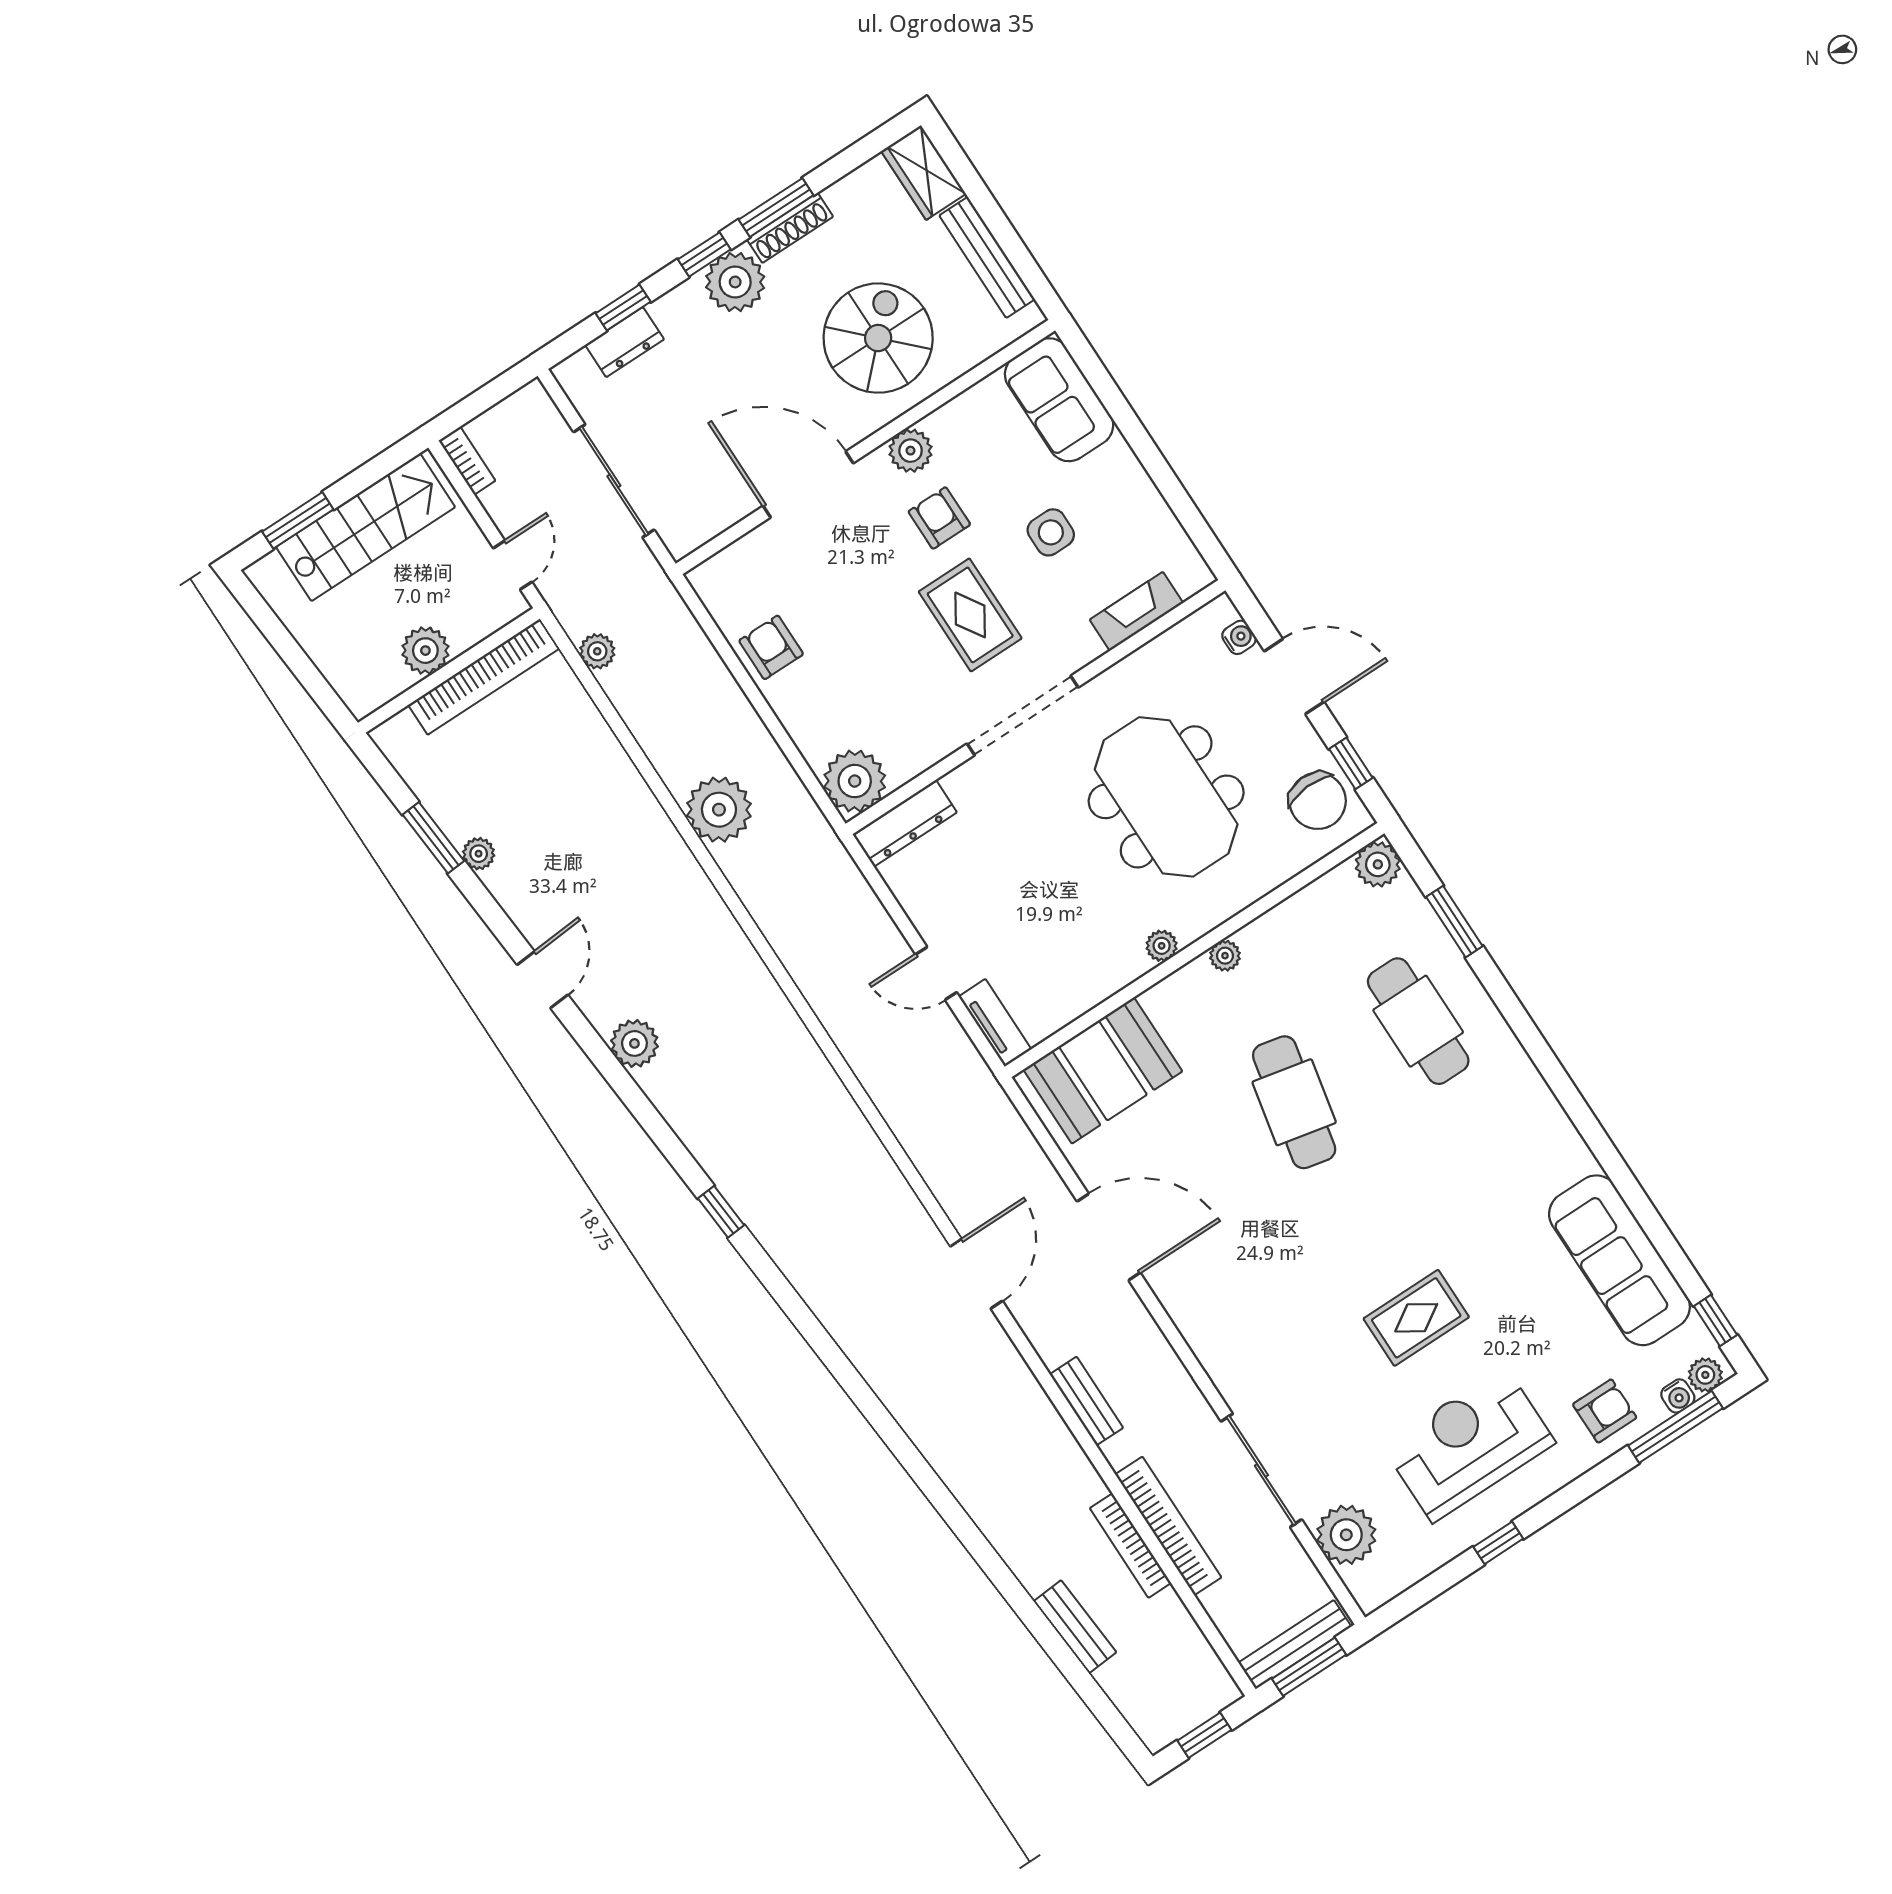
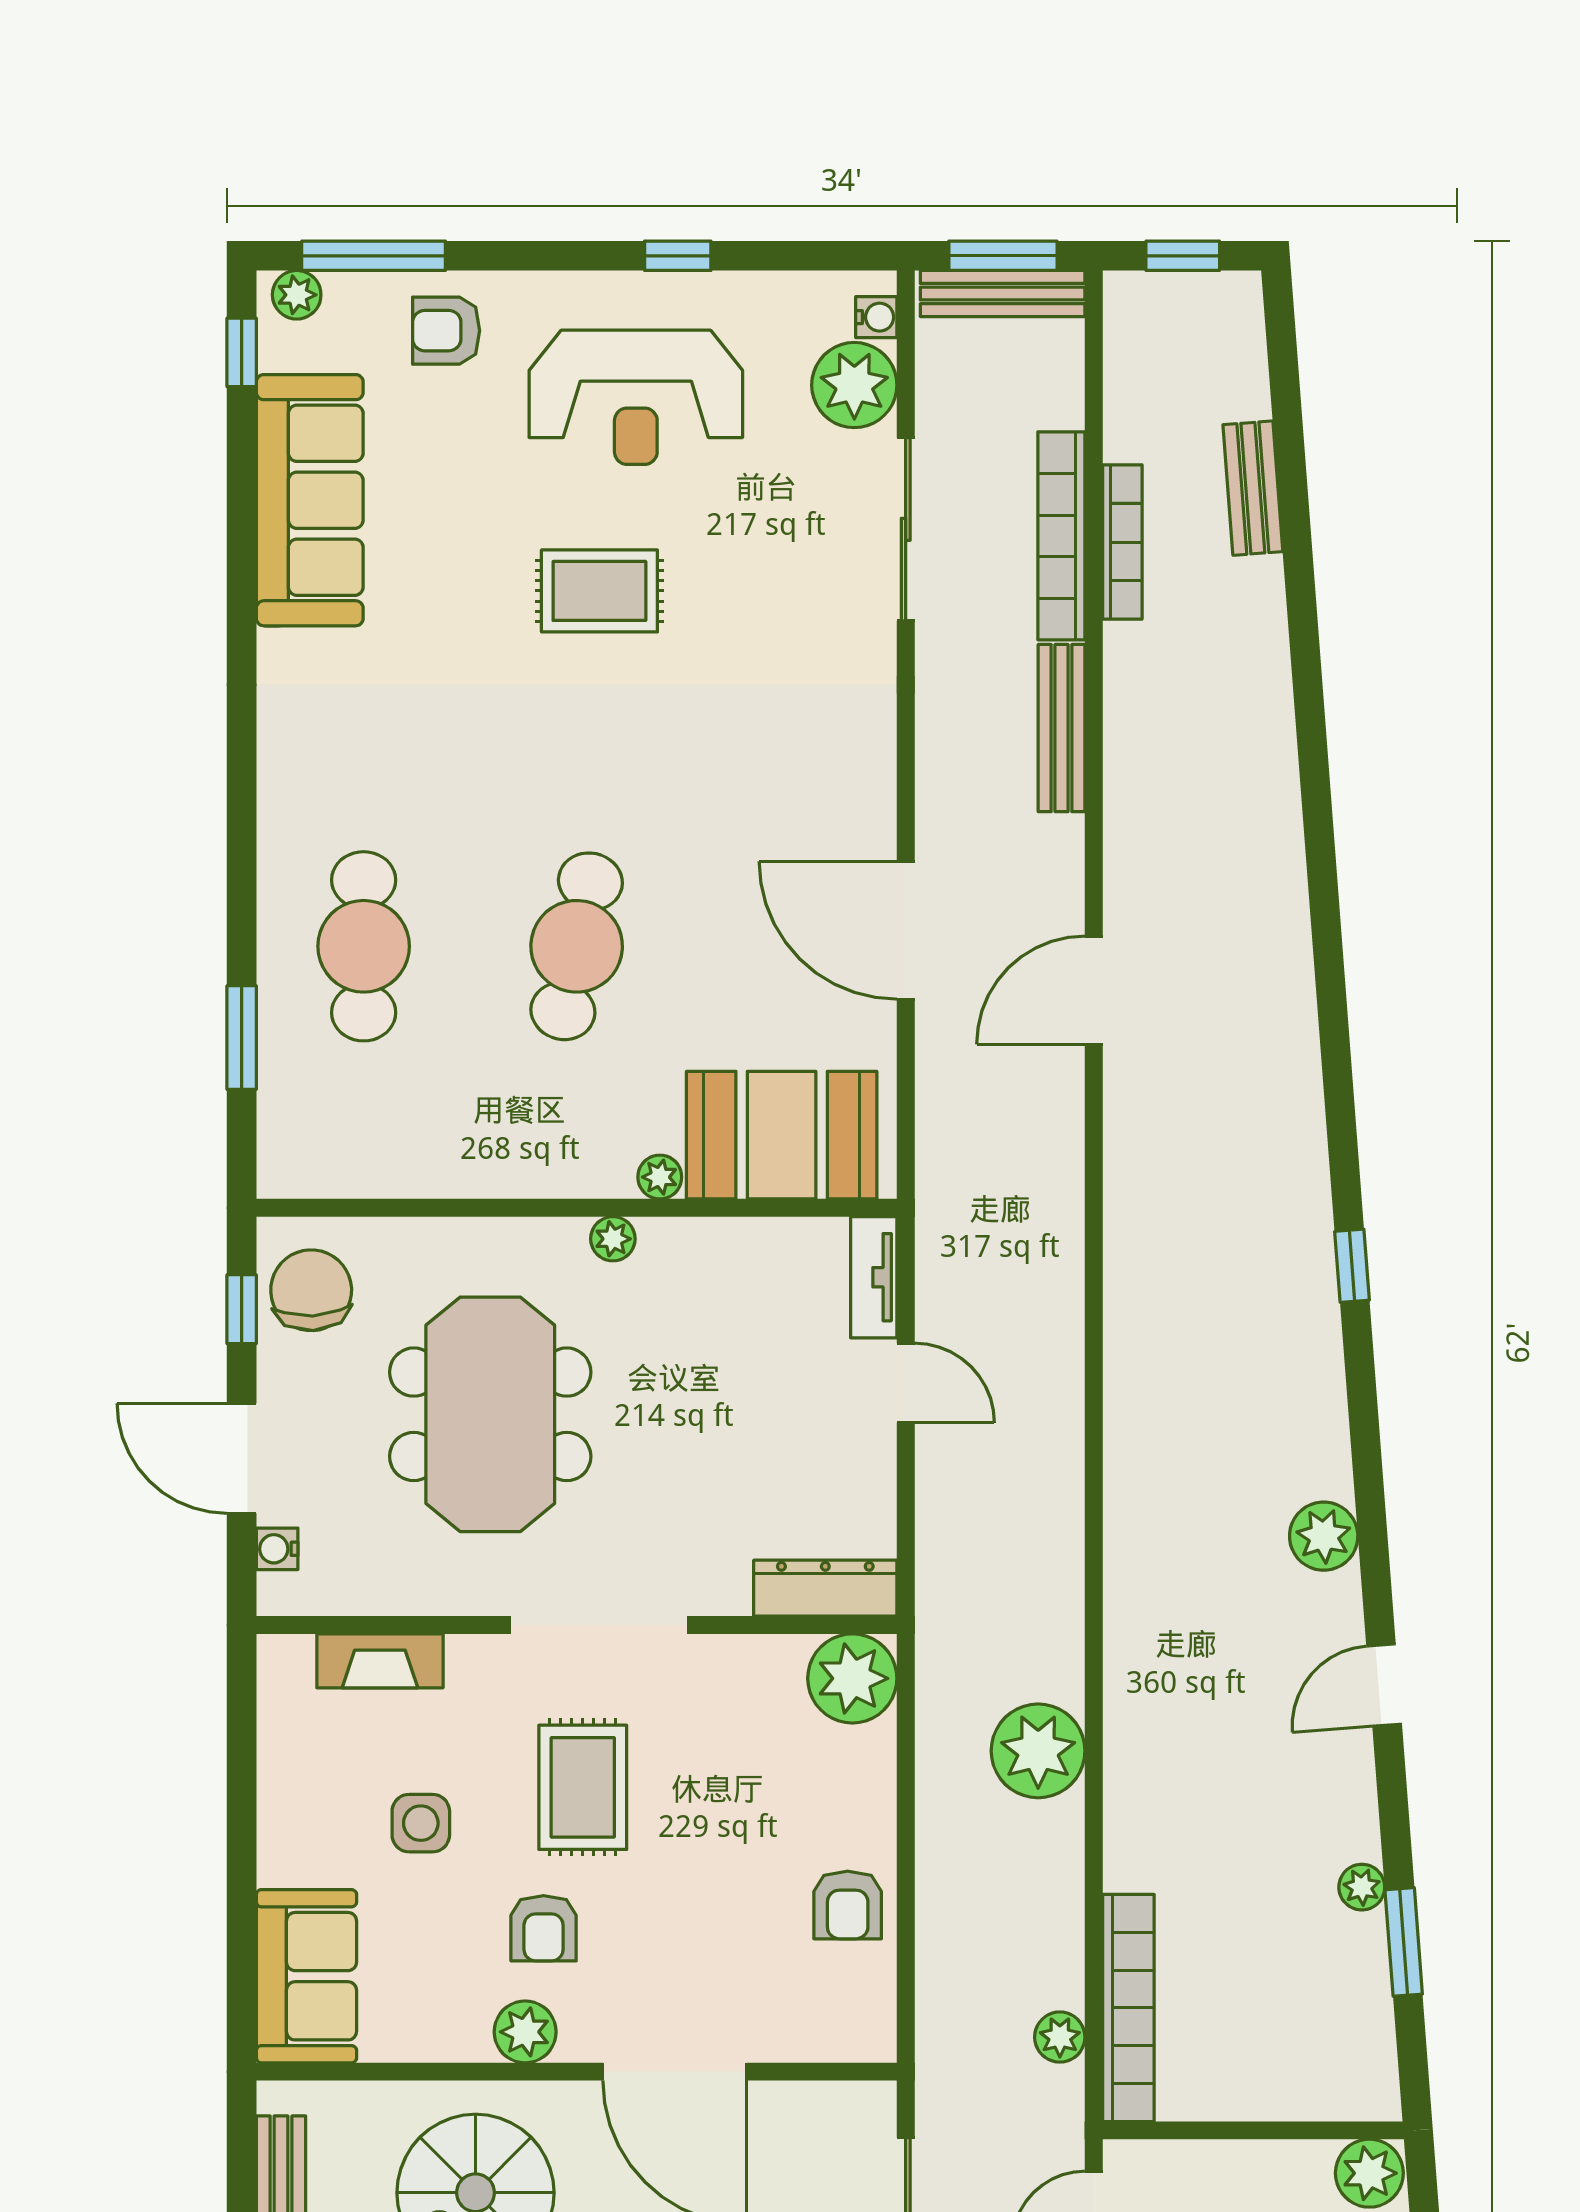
plant: (425, 651) -> (1369, 2173), moved
bookcase: (484, 677) -> (1128, 2008), moved, turned 90
plant: (1378, 864) -> (289, 1167), removed
plant: (1225, 956) -> (660, 1177), moved
water cooler: (1678, 1396) -> (876, 317), moved, turned 90
bench: (1086, 1401) -> (1062, 728), width x1.36

